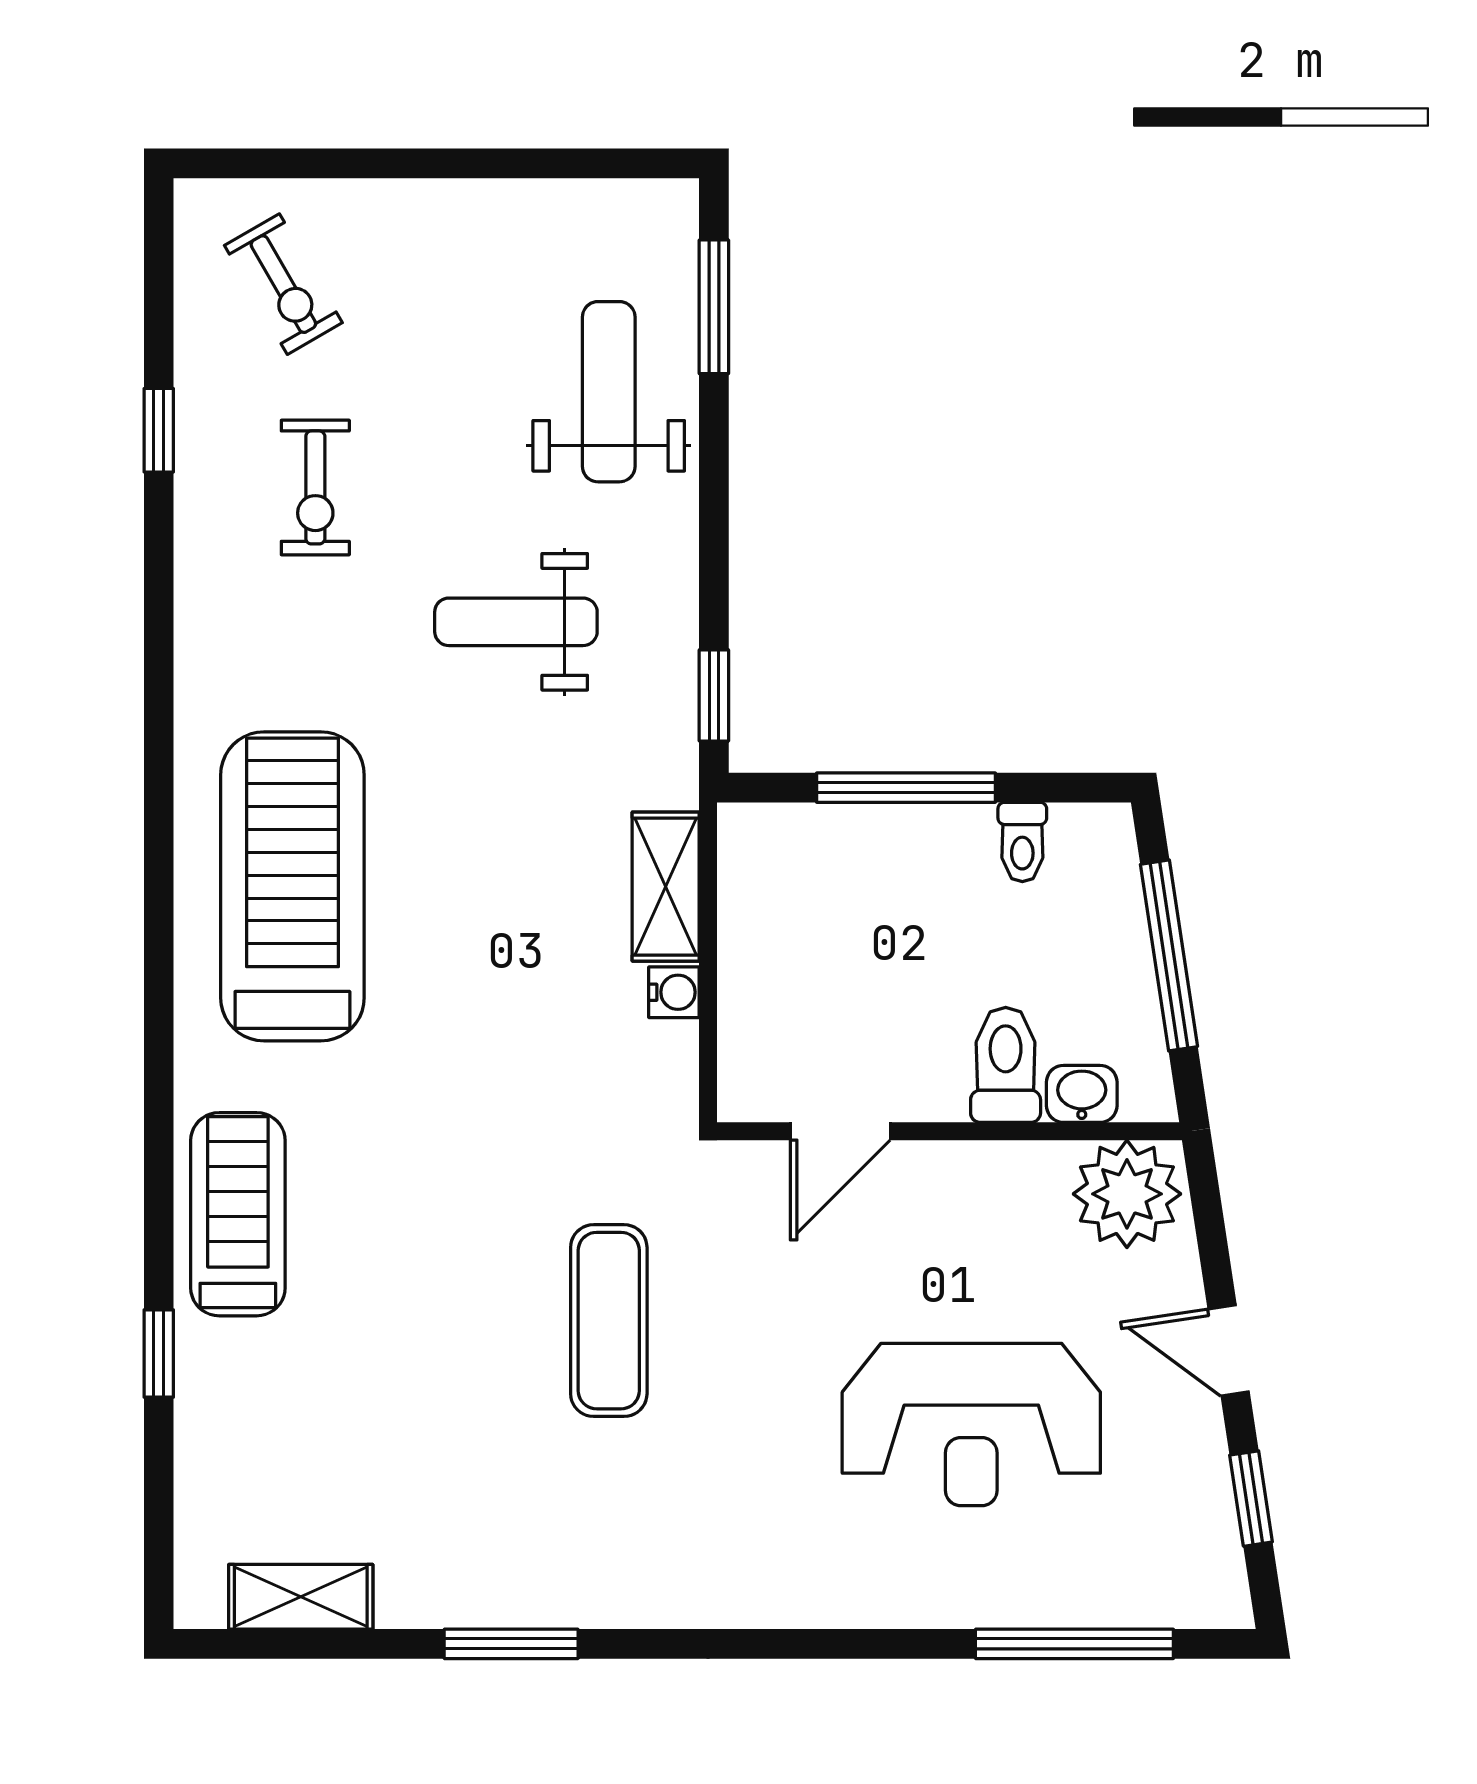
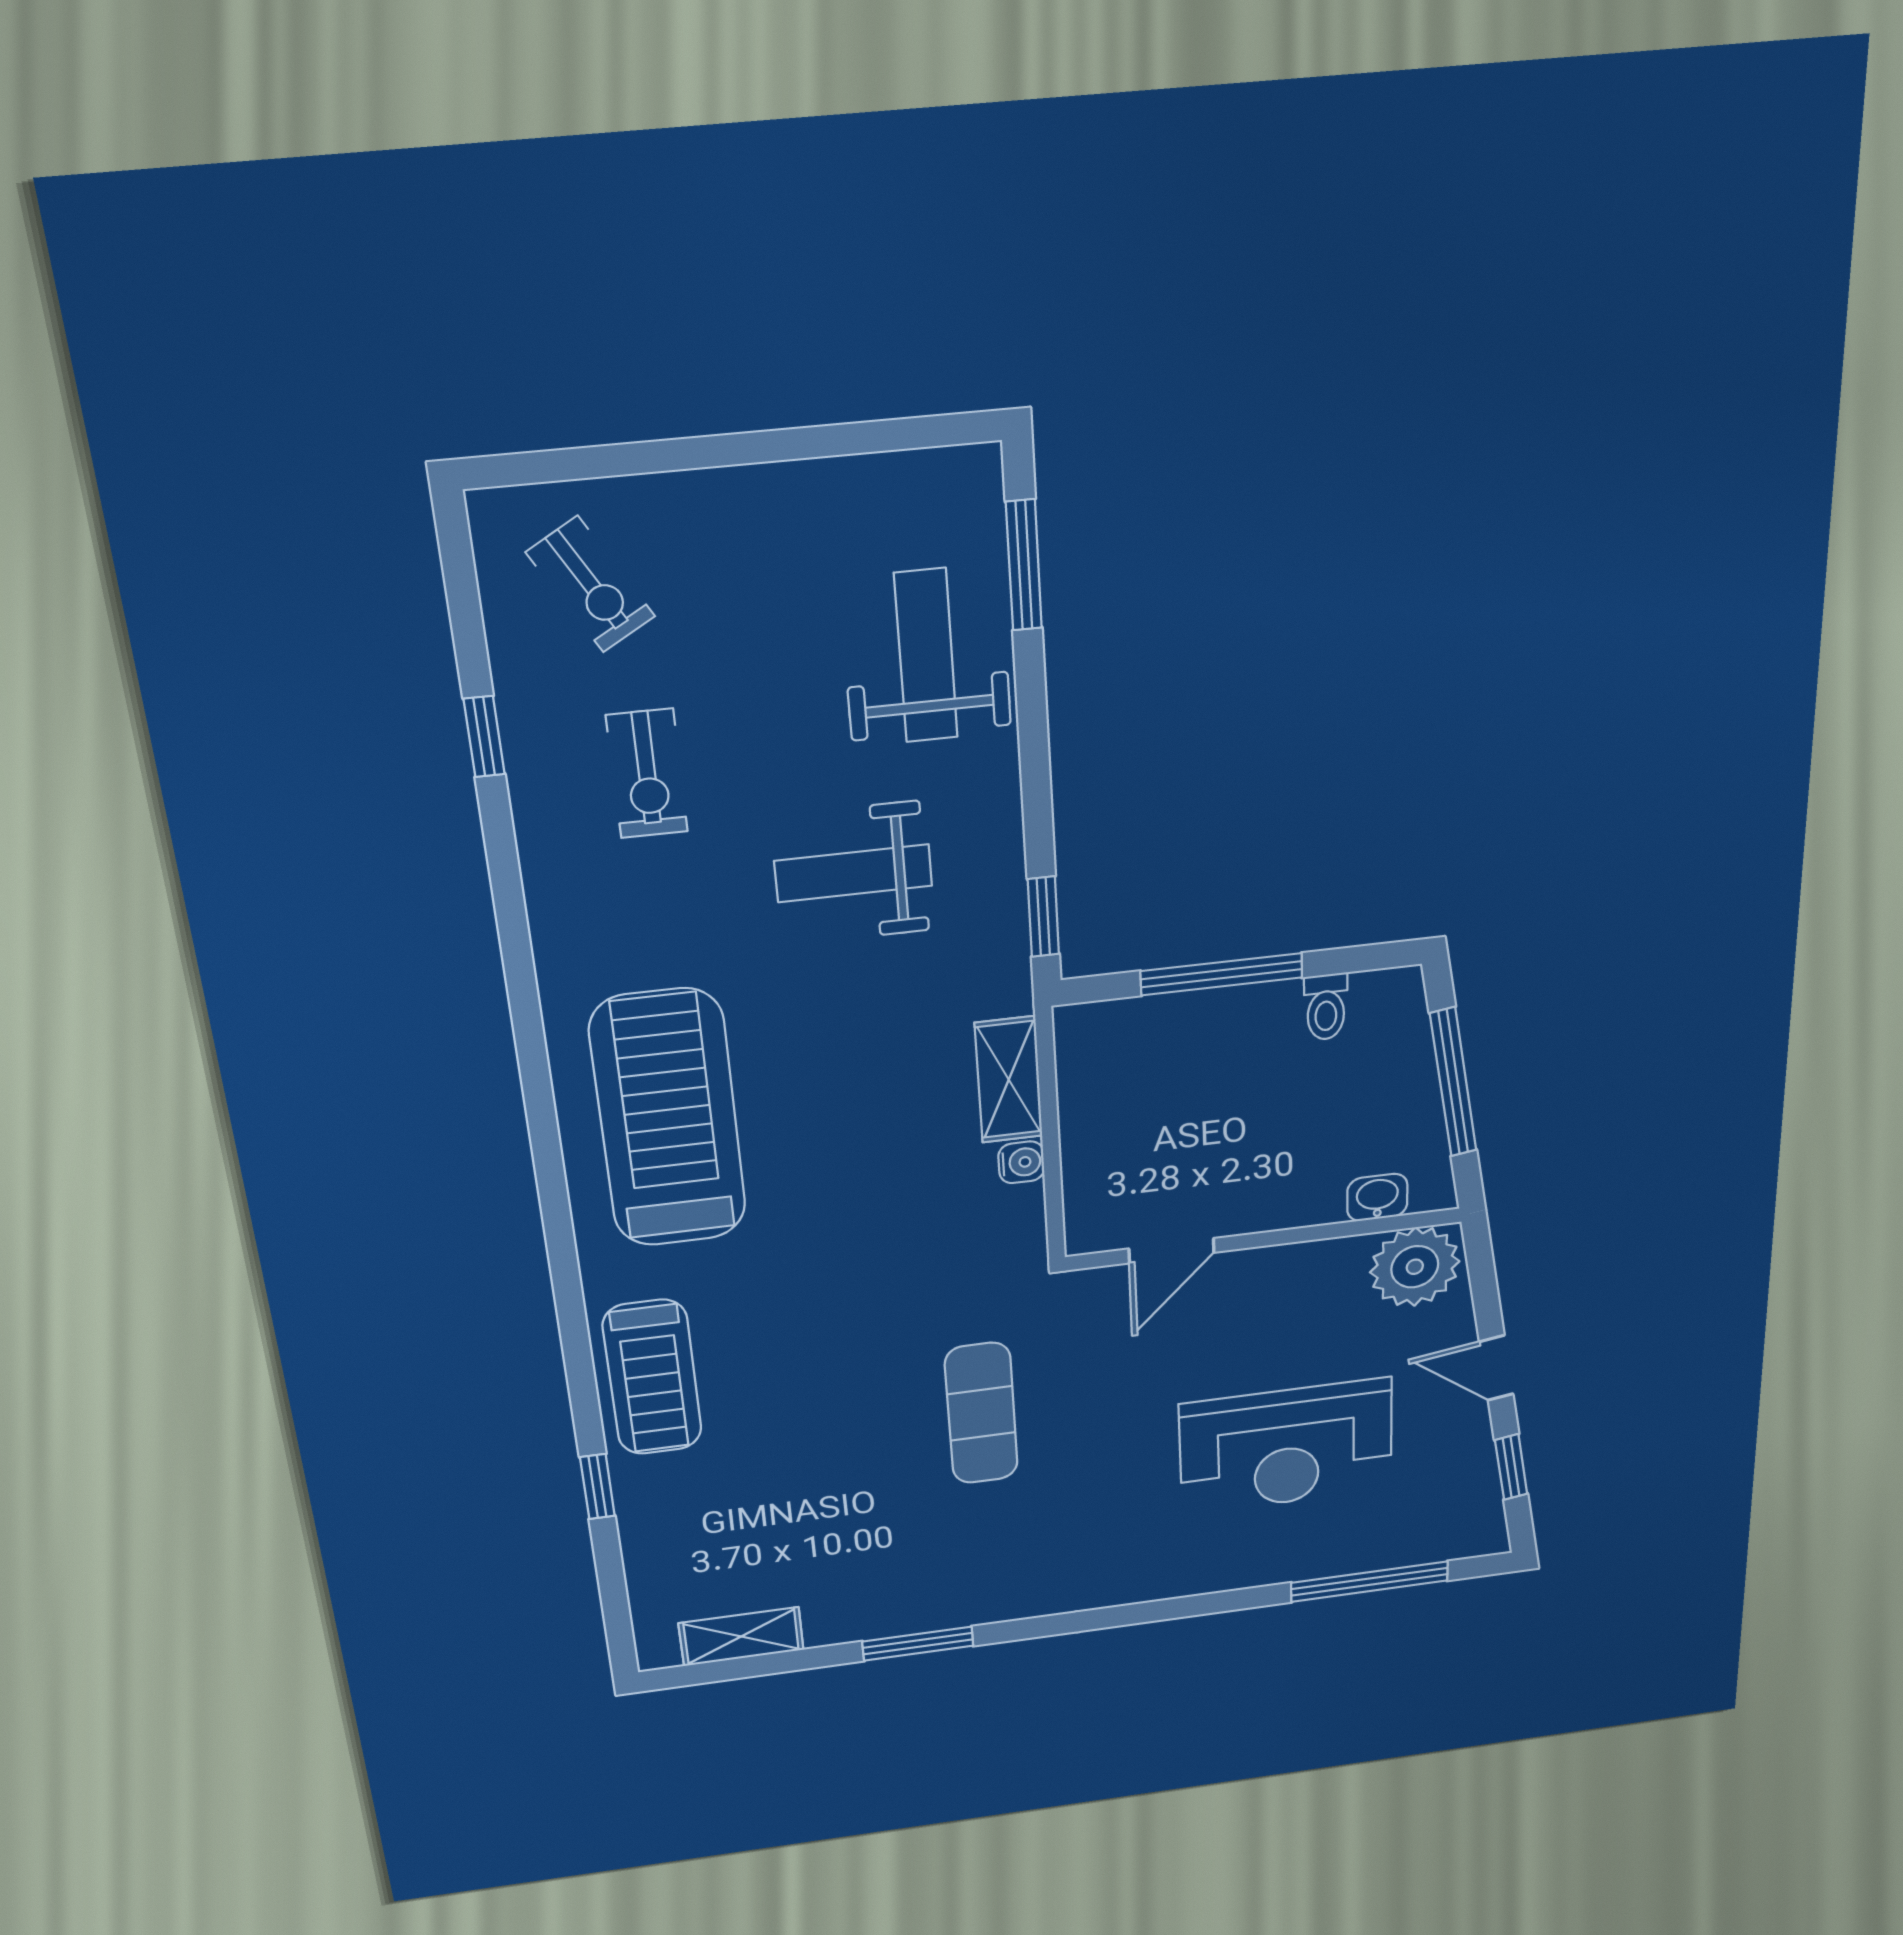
toilet: (1006, 1065) -> (1312, 1183), removed
treadmill: (238, 1214) -> (652, 1377), turned 180

